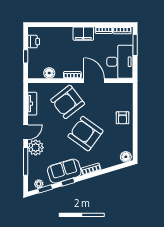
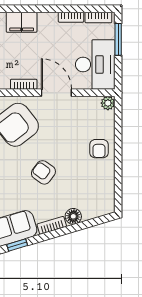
filing cabinet: (83, 34) -> (22, 22), moved
plant: (128, 87) -> (108, 103), added
armchair: (85, 134) -> (43, 172), width x0.53, depth x0.53
floor lamp: (126, 157) -> (73, 216), moved

